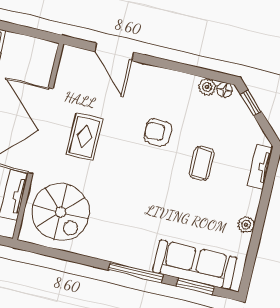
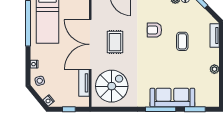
spiral stairs: (61, 212) -> (112, 86), turned -90
sofa: (195, 265) -> (172, 98), moved

